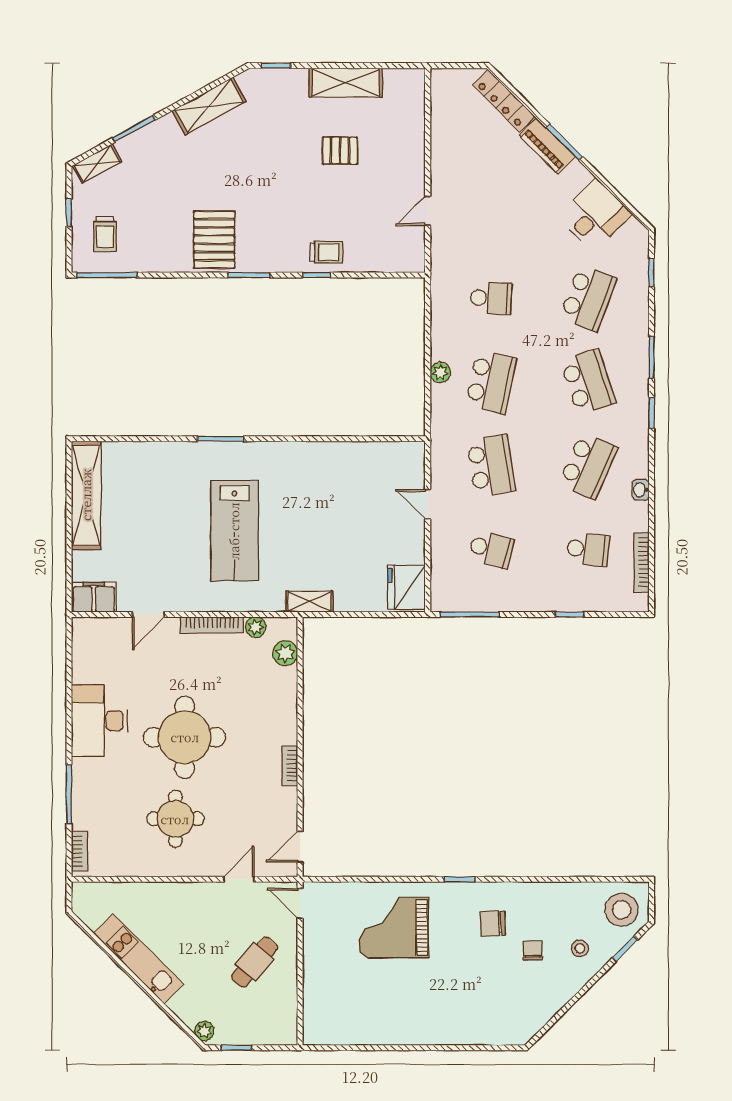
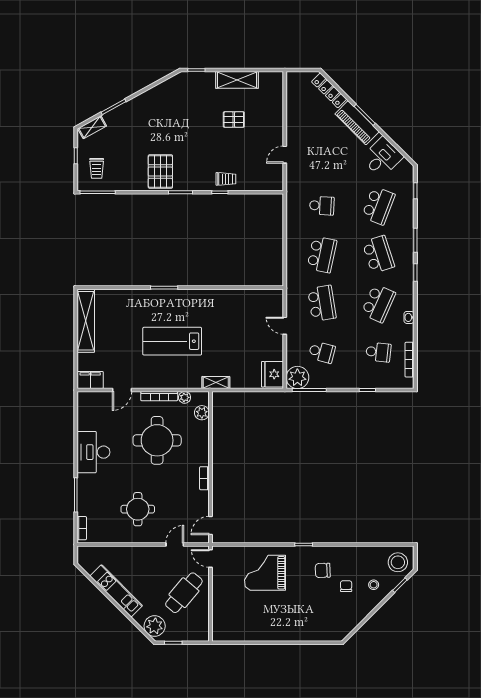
shelving: (209, 106) -> (157, 94), removed
piano: (547, 146) -> (357, 123), width x1.37, depth x1.33
plant: (440, 372) -> (297, 377), moved, width x1.88, depth x1.88
lab bench: (234, 531) -> (172, 341), turned 90
round table: (185, 737) -> (157, 440), moved
cafe table: (255, 962) -> (184, 593), width x1.37, depth x1.35
plant: (204, 1031) -> (155, 626), width x1.87, depth x1.87

